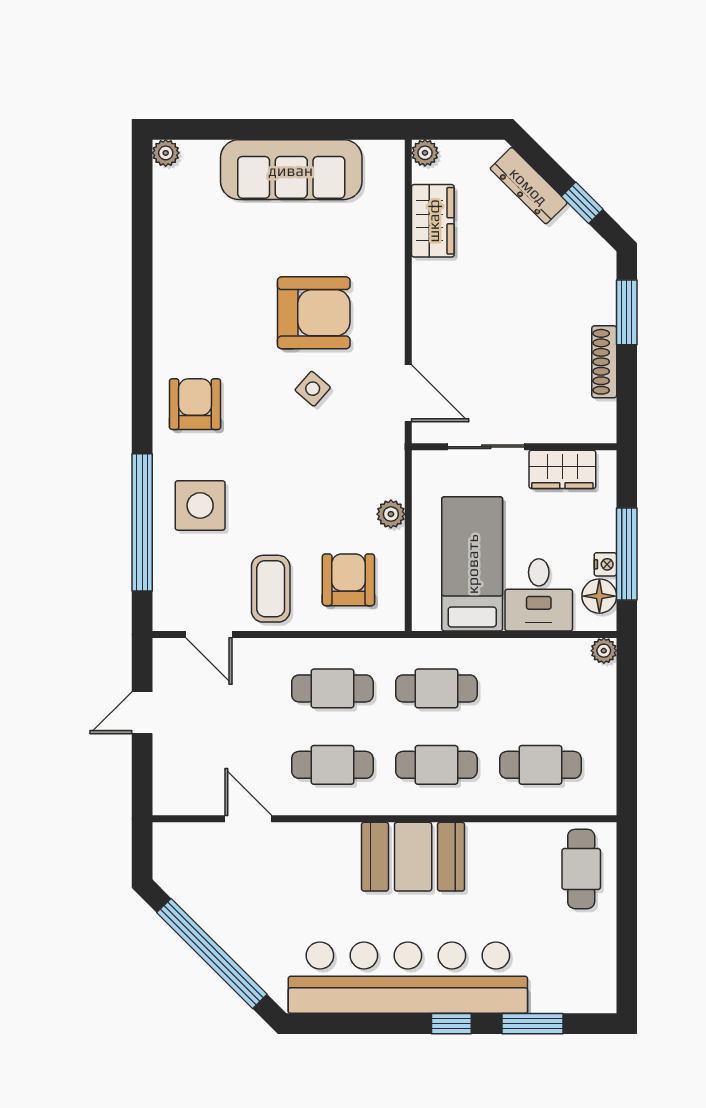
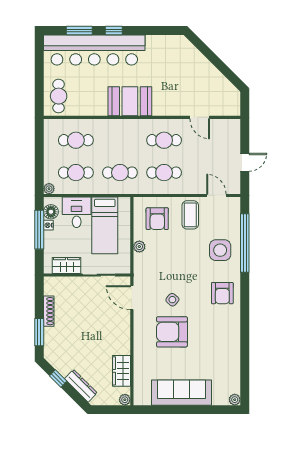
cafe table: (436, 765) -> (76, 173), moved
window: (212, 953) -> (215, 60), removed
bar counter: (408, 978) -> (94, 50), moved

